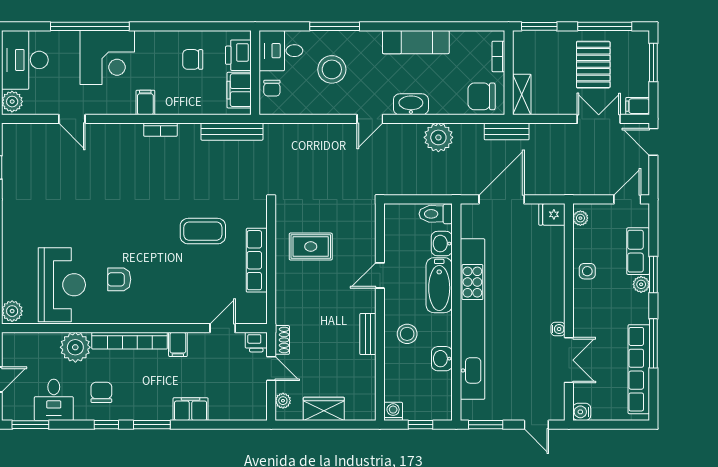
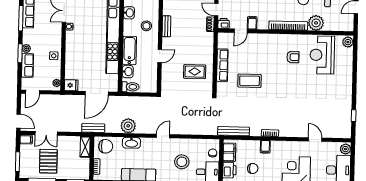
filing cabinet: (145, 103) -> (265, 147), moved
washbasin: (411, 104) -> (131, 143), moved
filing cabinet: (178, 344) -> (252, 23), moved

